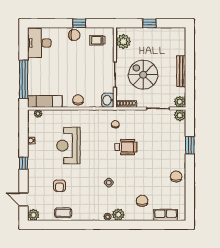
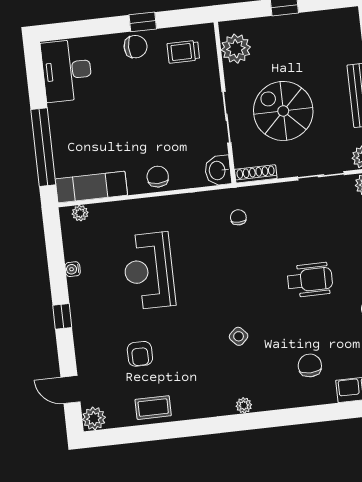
wheelchair: (126, 147) -> (310, 280), moved
plant: (118, 215) -> (265, 399), removed

